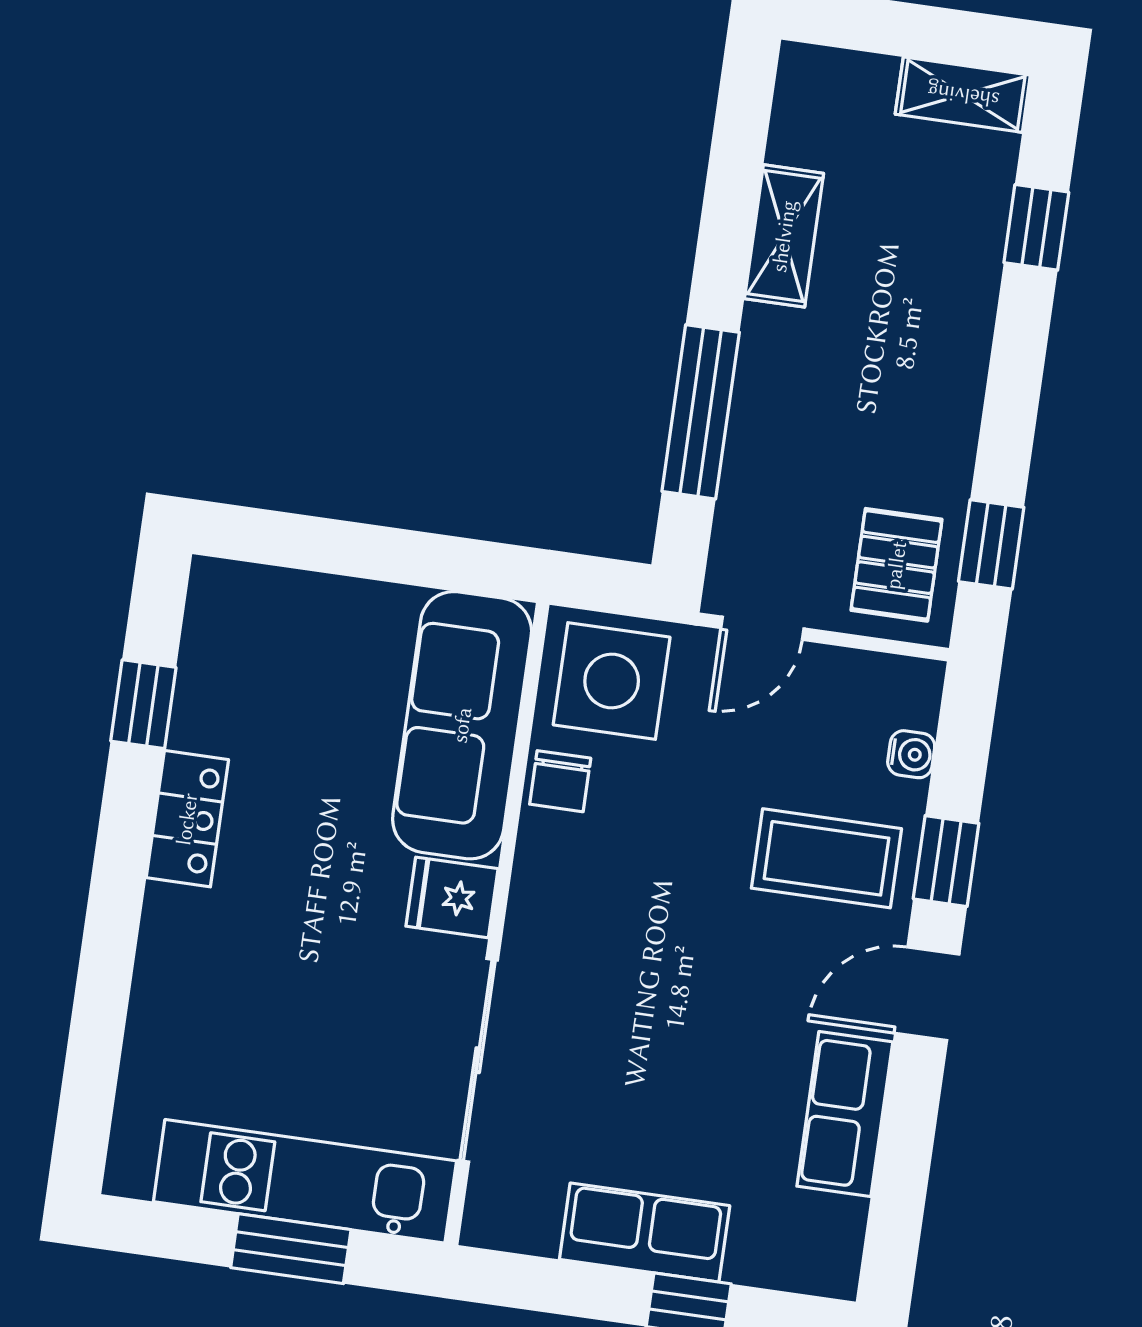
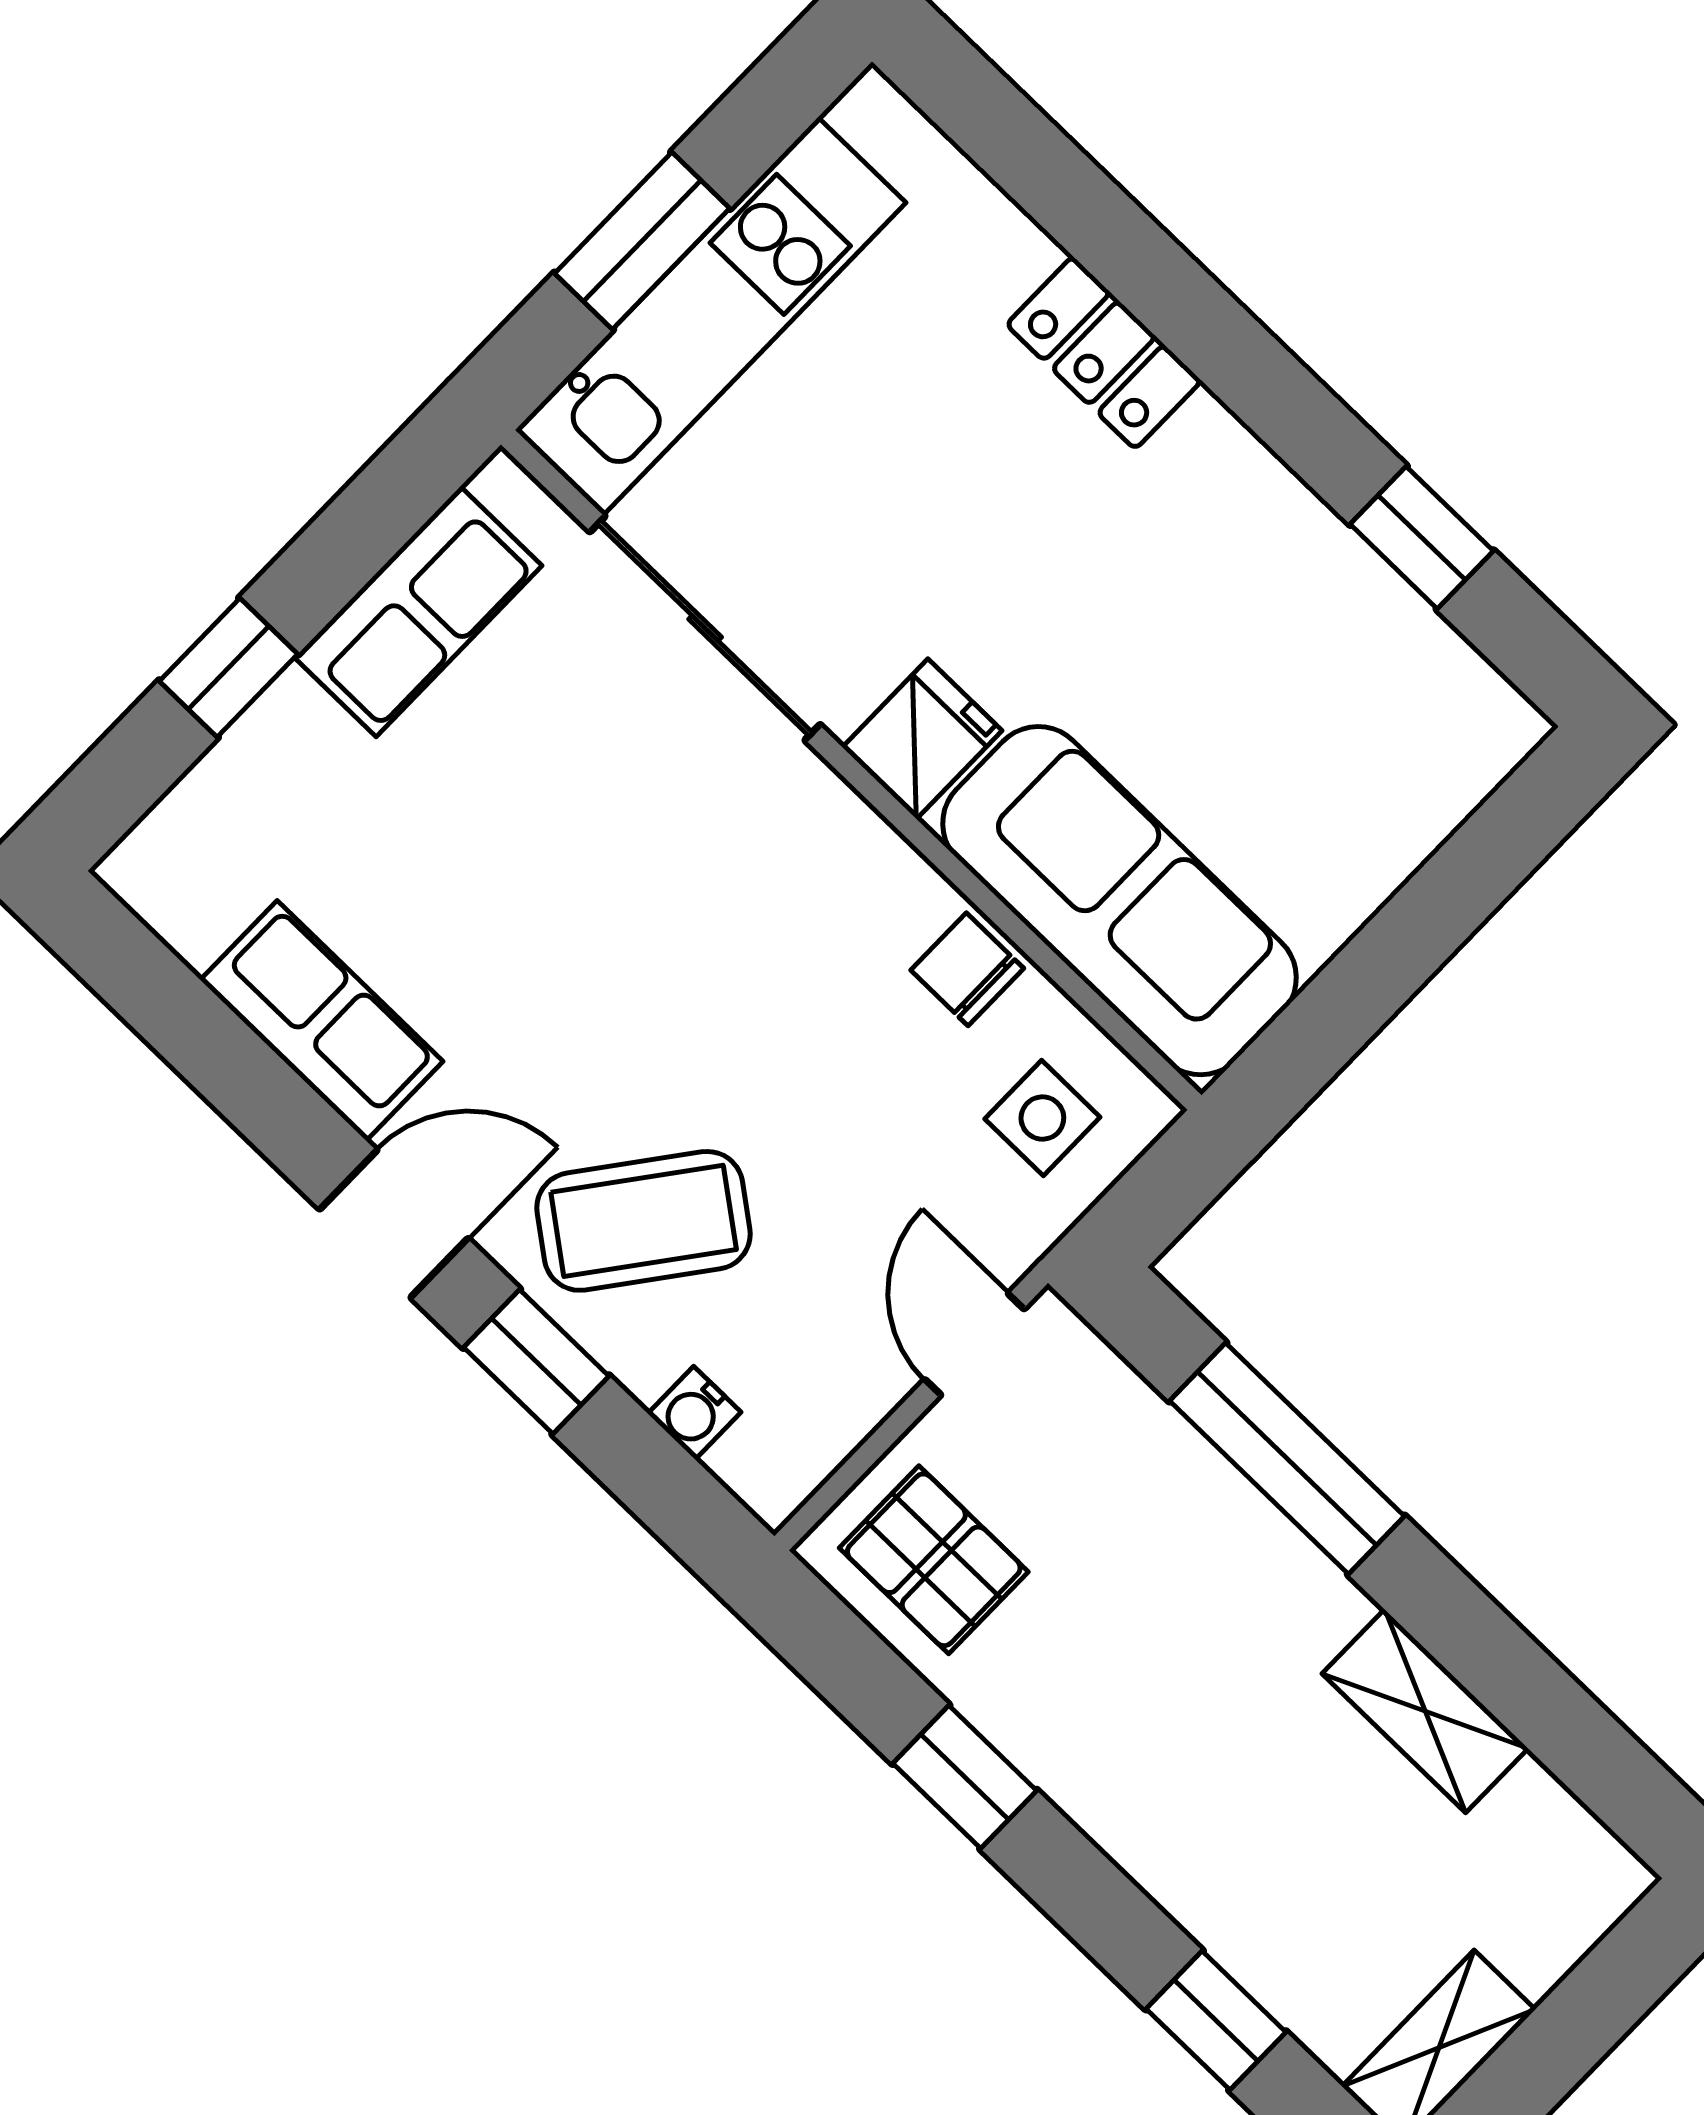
window: (991, 544) -> (965, 1777), moved
side table: (612, 681) -> (1042, 1118), width x0.54, depth x0.54
locker: (187, 819) -> (1104, 353), moved
coffee table: (826, 858) -> (644, 1221), turned 37
door: (927, 994) -> (394, 1224), hinge flipped
row of seats: (645, 1233) -> (418, 612), moved

